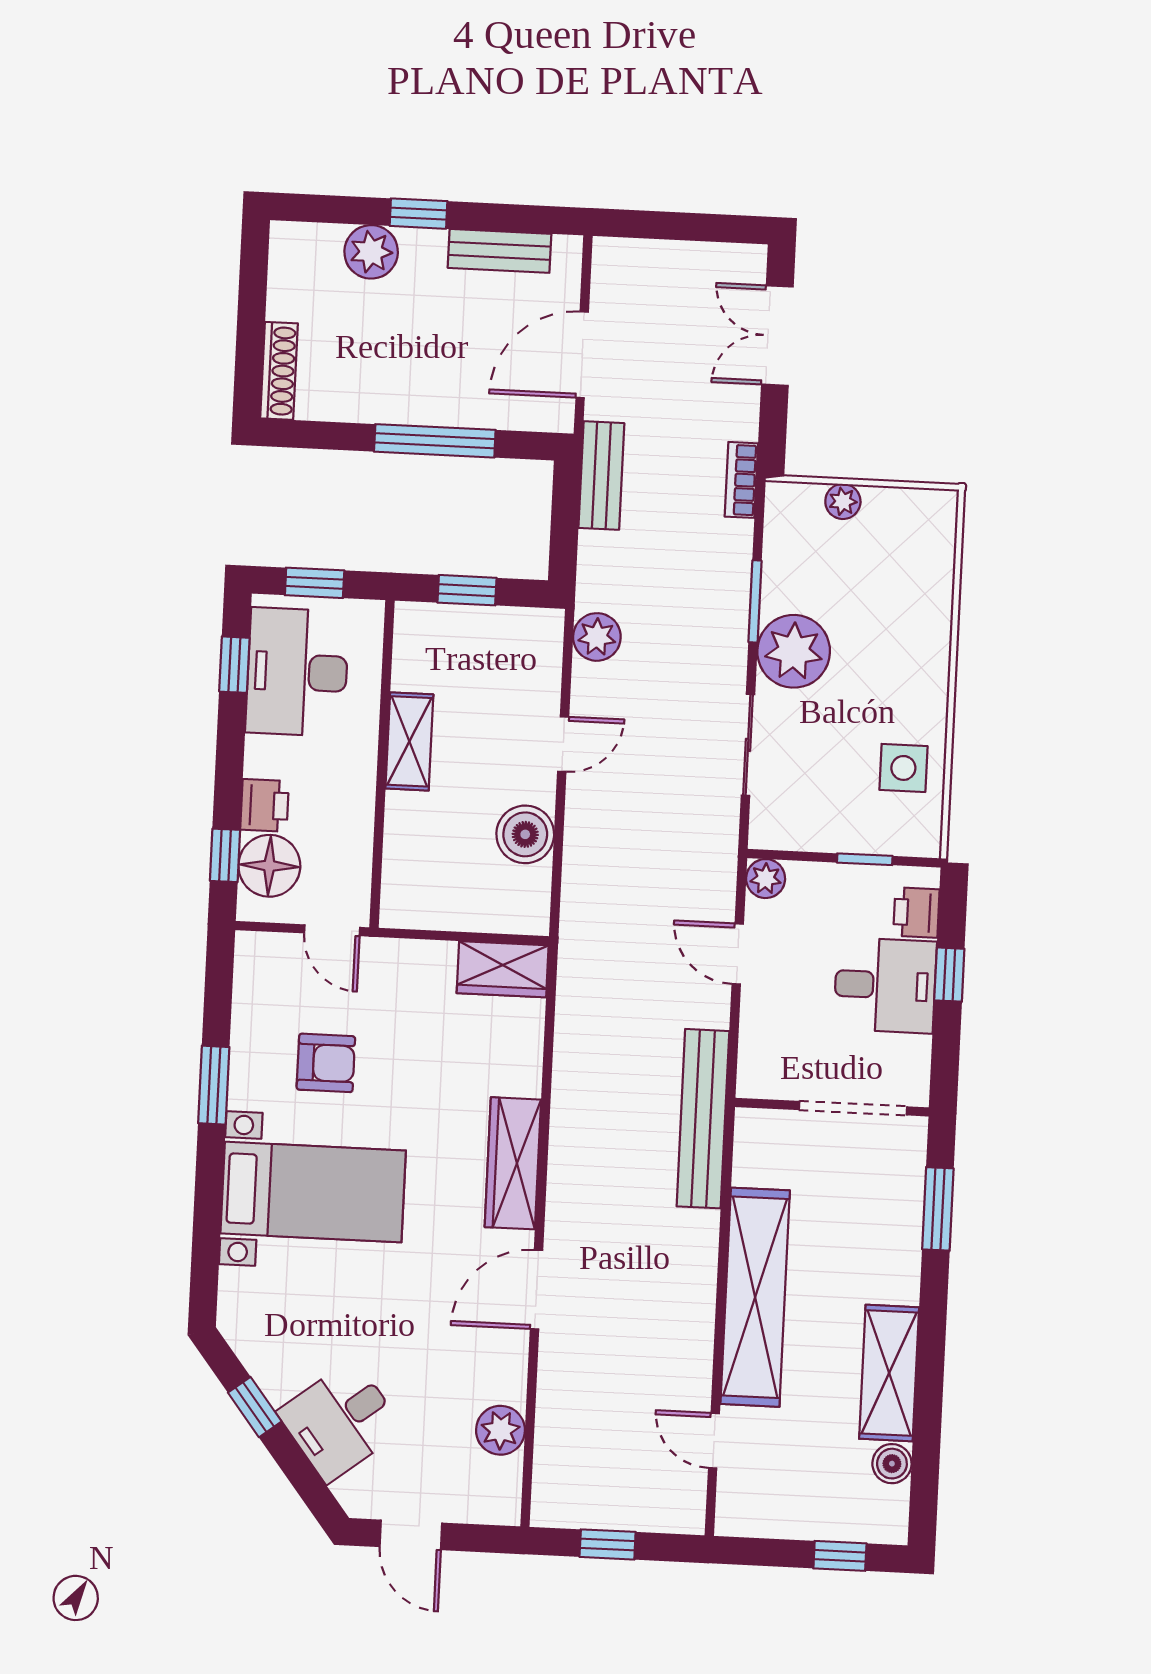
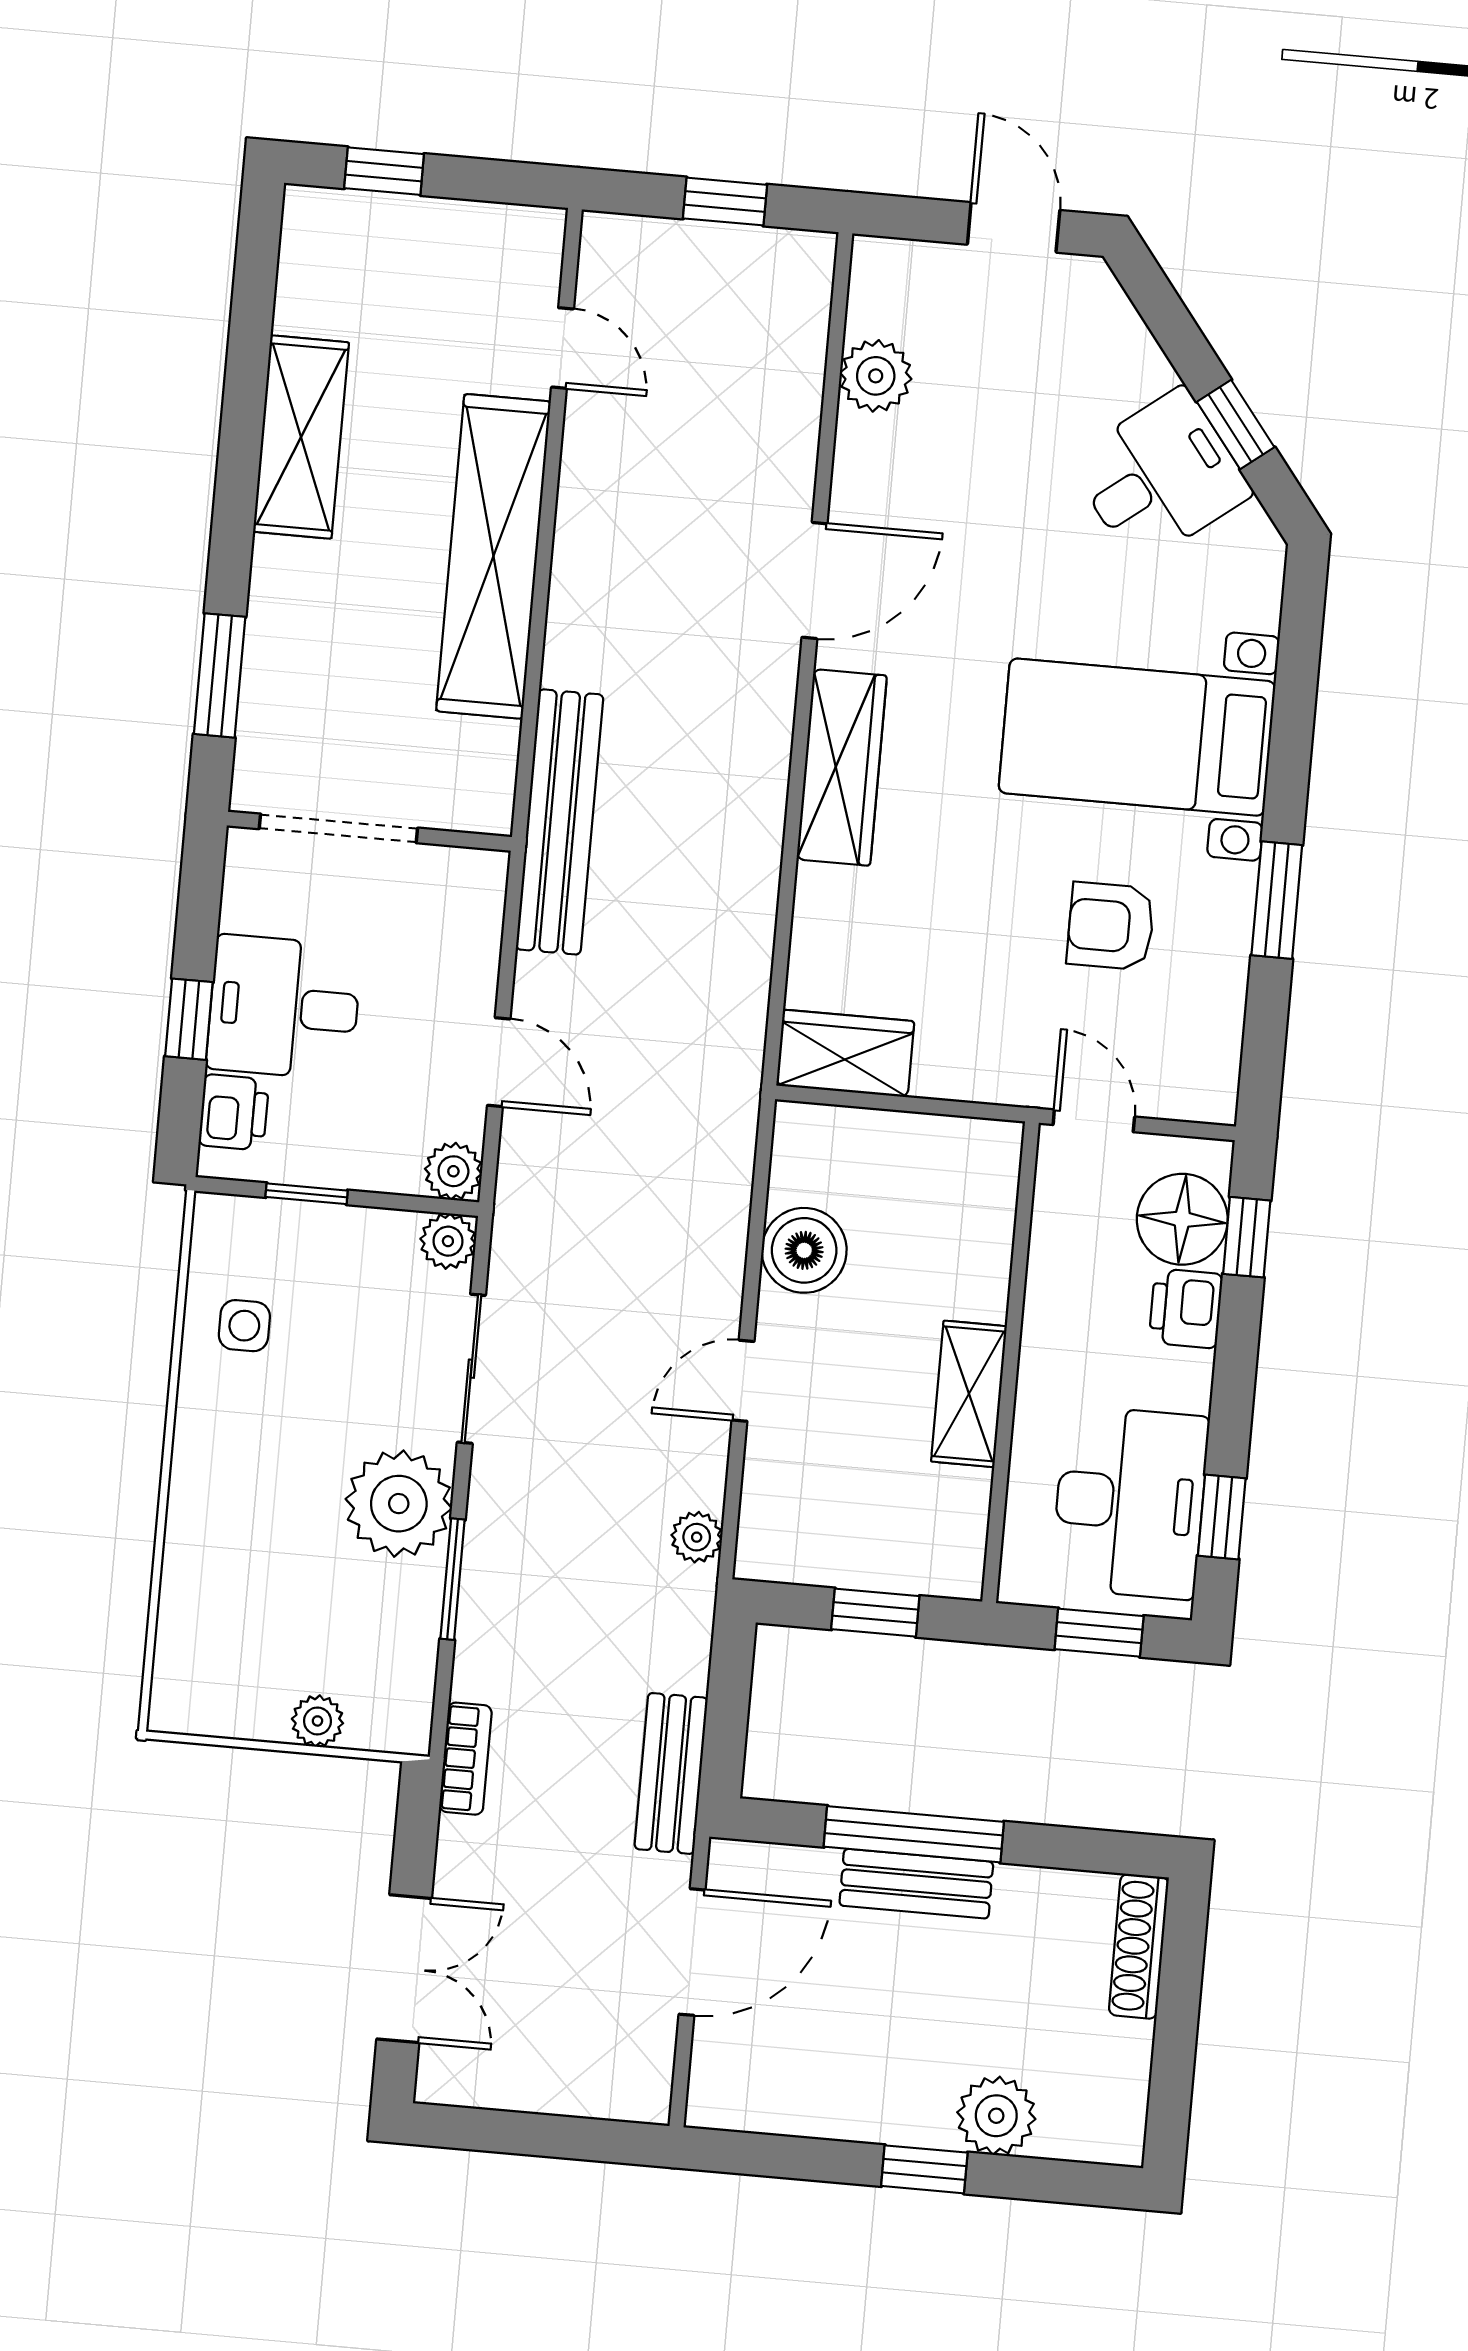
bench: (500, 251) -> (916, 1884), moved
plant: (597, 637) -> (697, 1537), width x0.73, depth x0.73
side table: (903, 768) -> (244, 1326), width x0.73, depth x0.73
plant: (767, 831) -> (448, 1241), added
desk: (340, 1421) -> (1160, 477), moved
boiler: (892, 1464) -> (302, 304), removed

